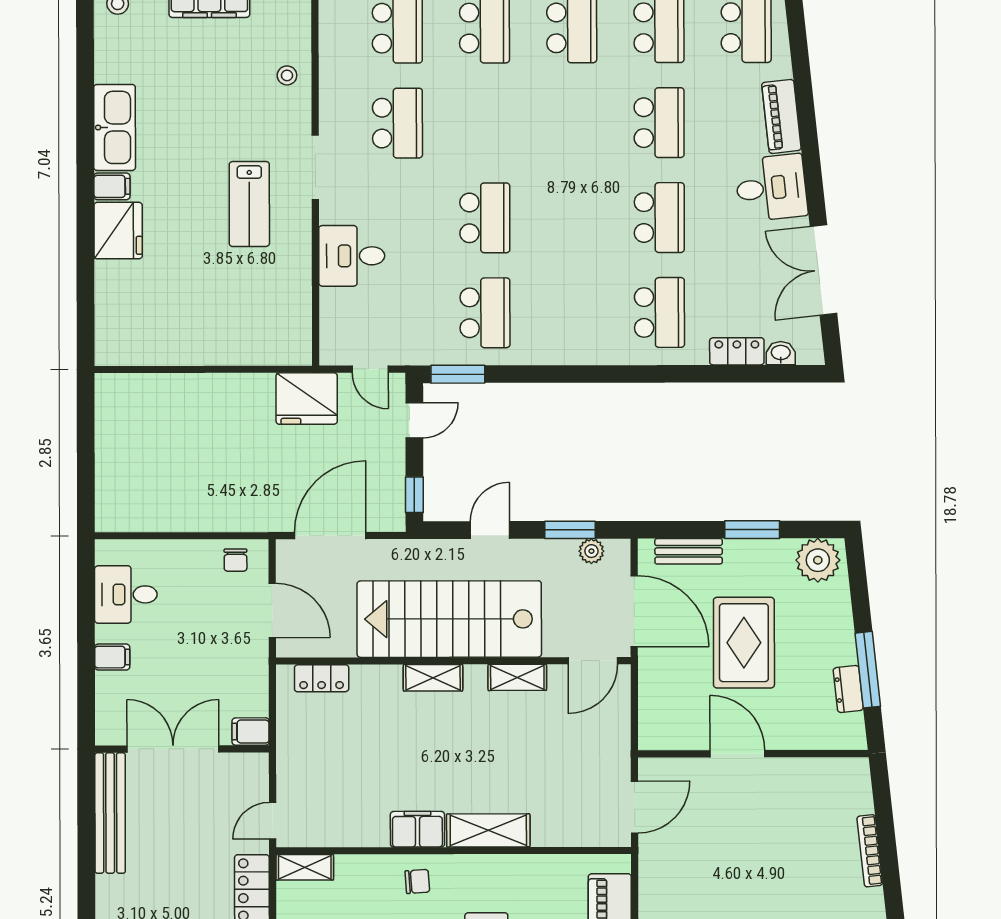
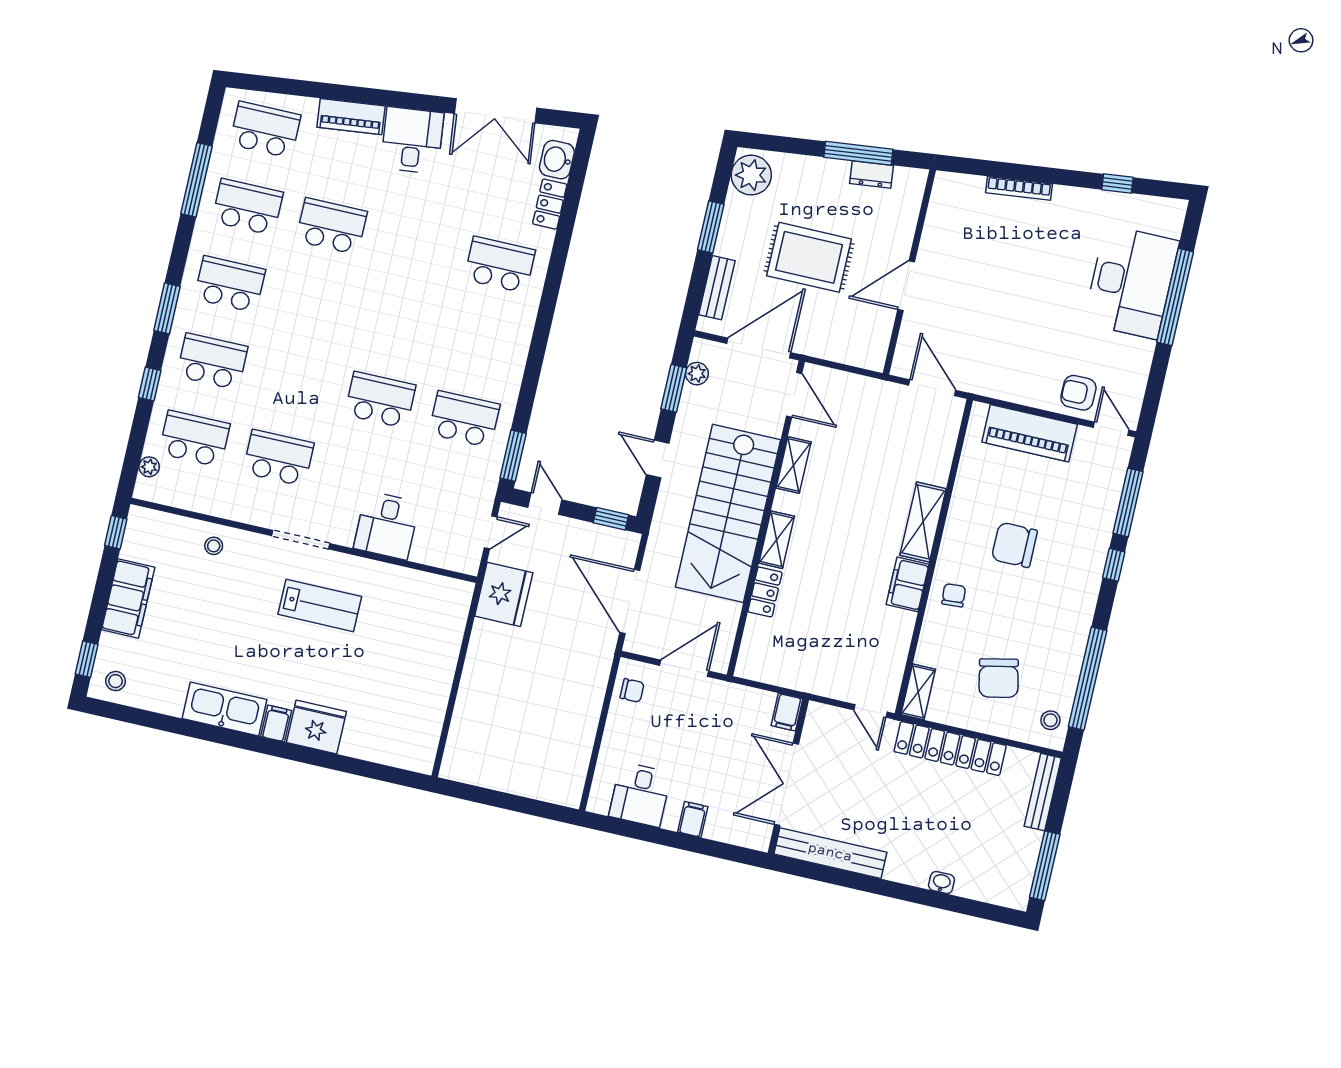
school desk: (659, 218) -> (416, 245), removed
washbasin: (781, 353) -> (557, 160), width x1.38, depth x1.45
locker: (322, 678) -> (765, 592), moved

